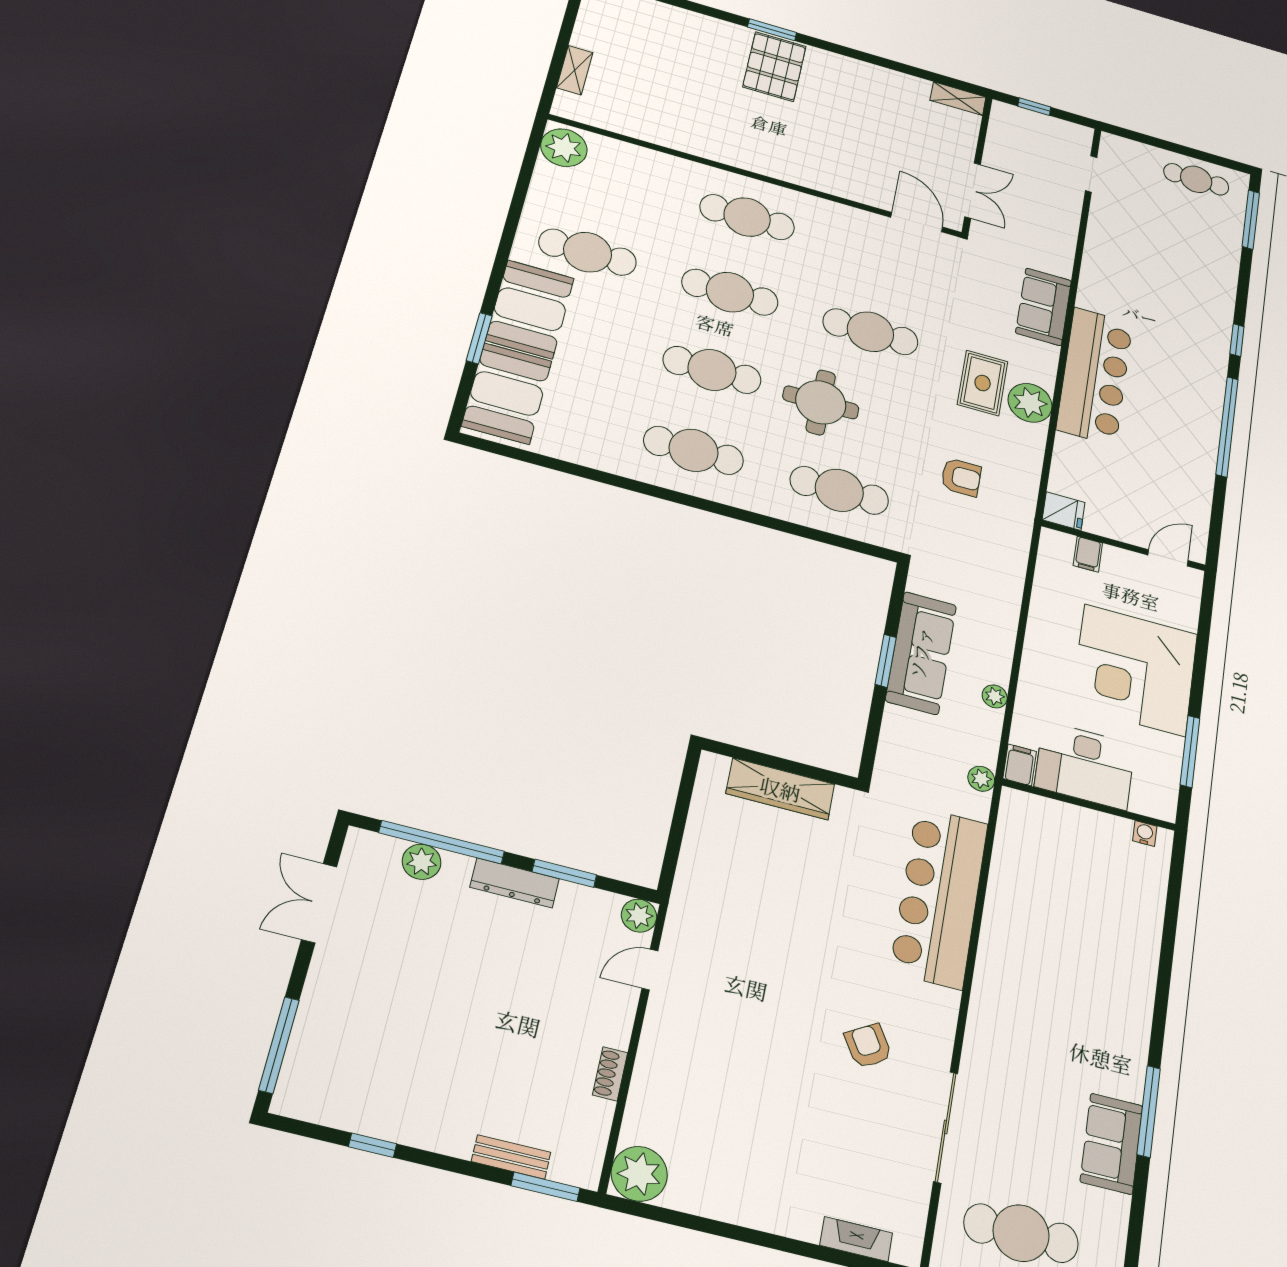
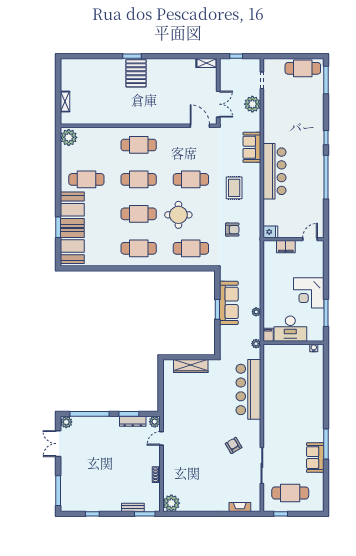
cafe table: (1196, 179) -> (303, 68), width x1.37, depth x1.35
plant: (1030, 403) -> (252, 104), moved
filing cabinet: (1088, 554) -> (286, 247), width x2.00
corner desk: (1135, 670) -> (309, 293), width x0.74, depth x0.74
plant: (422, 862) -> (66, 422), moved
dresser: (515, 883) -> (133, 421), moved

